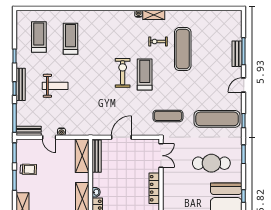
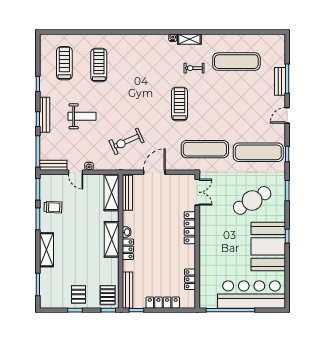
exercise mat: (183, 49) -> (236, 62), moved, turned 90
exercise bike: (123, 73) -> (126, 141), moved, turned -114
exercise mat: (168, 116) -> (205, 149), width x1.36, depth x1.45
cafe table: (211, 163) -> (252, 200), turned -31

